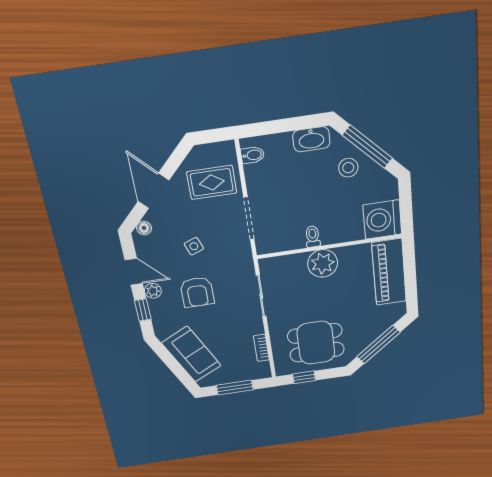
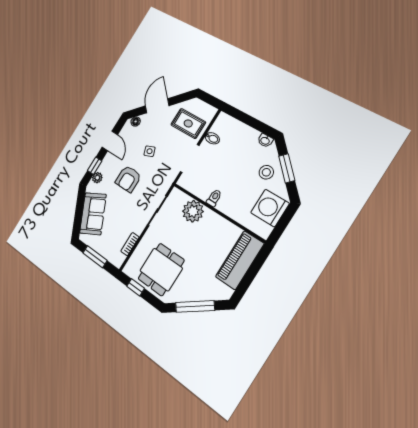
washbasin: (311, 139) -> (265, 141), width x0.52, depth x0.69
window: (367, 147) -> (287, 168), width x0.69
bidet: (253, 155) -> (212, 138), moved
washing machine: (382, 220) -> (270, 208), moved
plant: (323, 263) -> (193, 211), moved
plant: (153, 291) -> (97, 178), moved
dining table: (316, 343) -> (161, 269), turned 90

